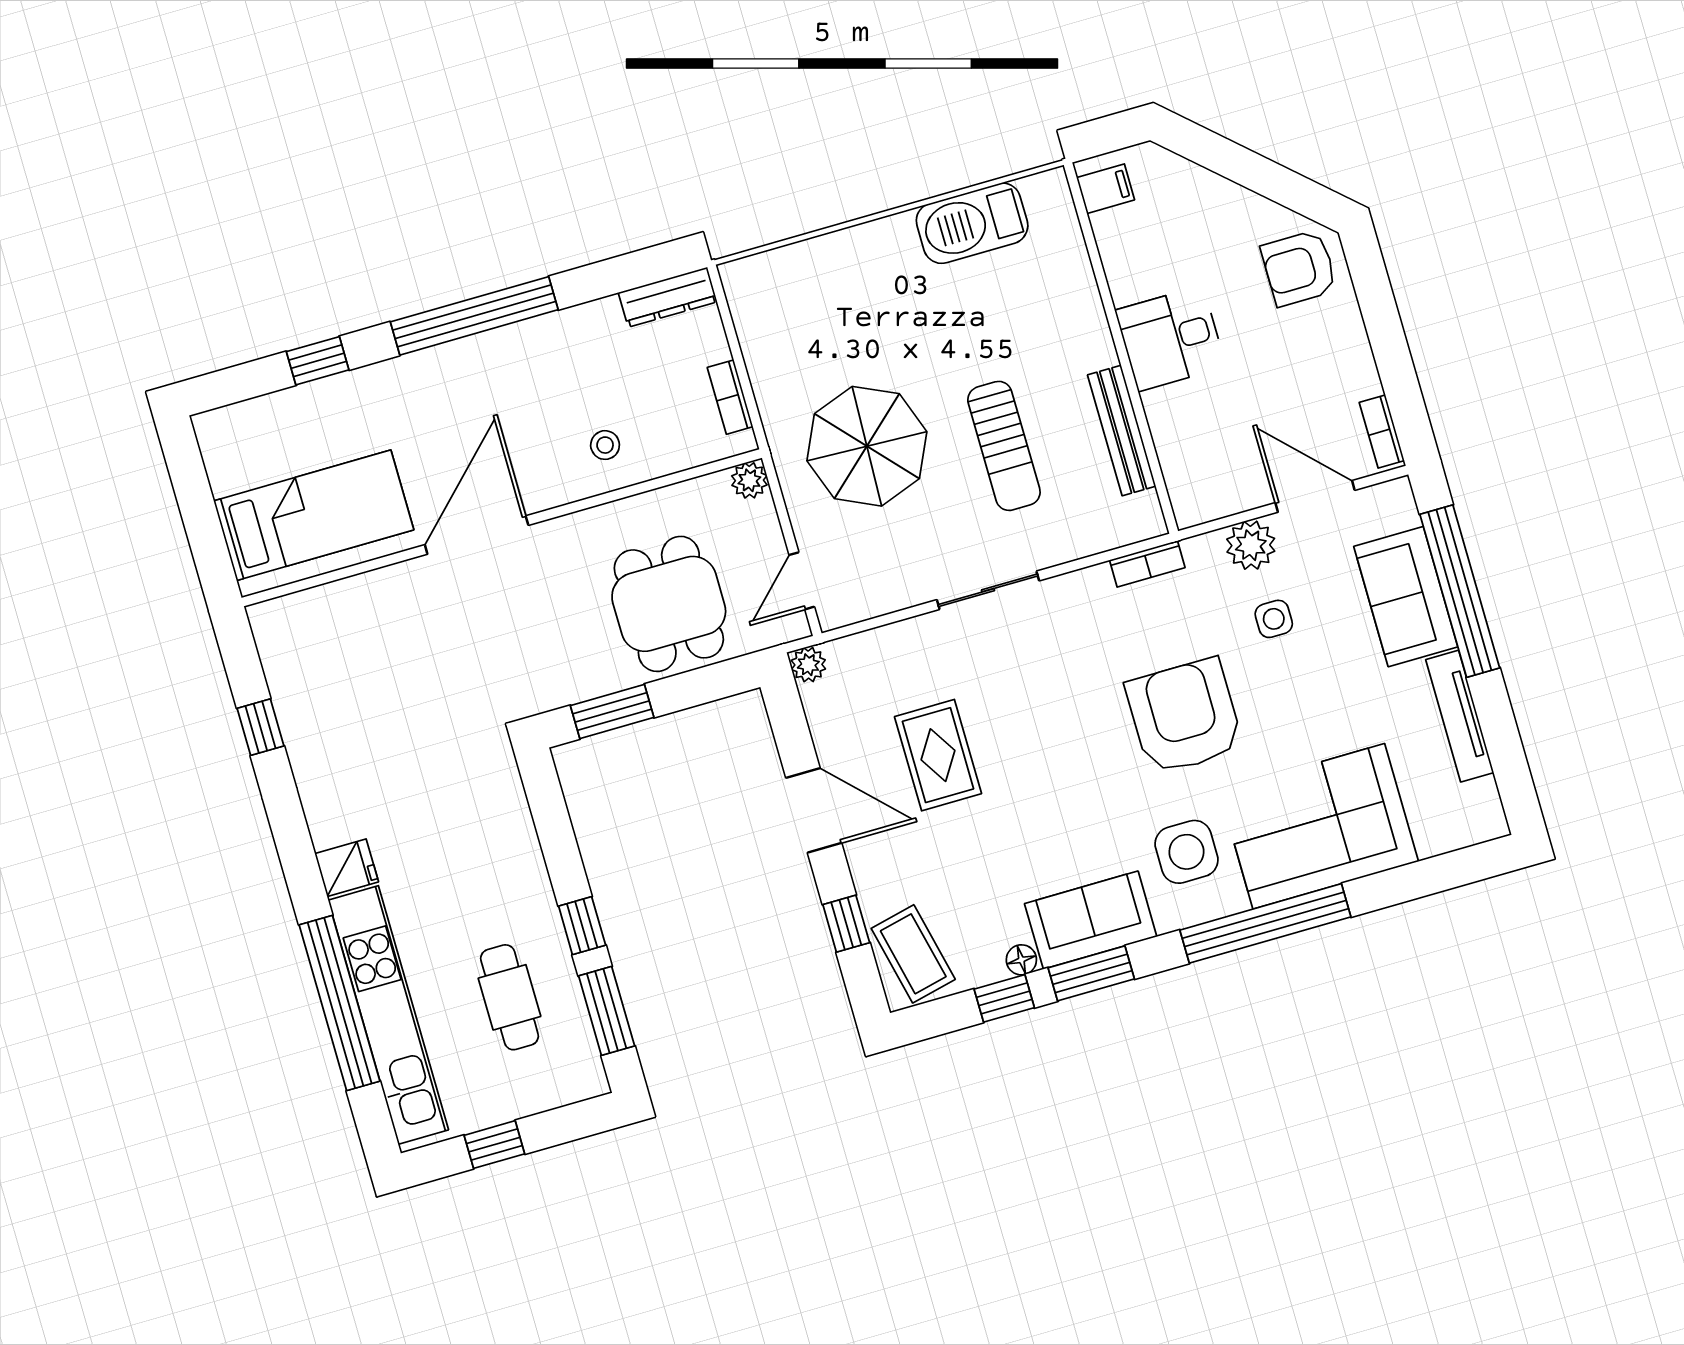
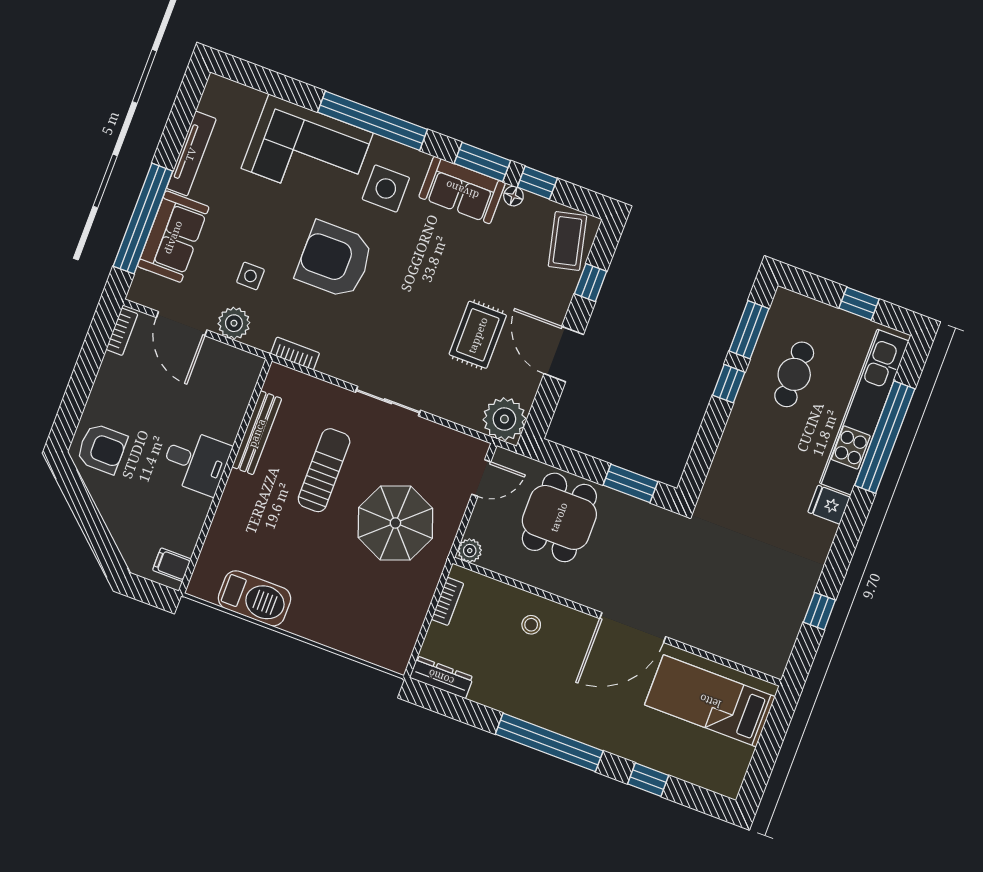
plant: (808, 665) -> (504, 419), width x1.88, depth x1.88
armchair: (1184, 716) -> (335, 260), turned 90

